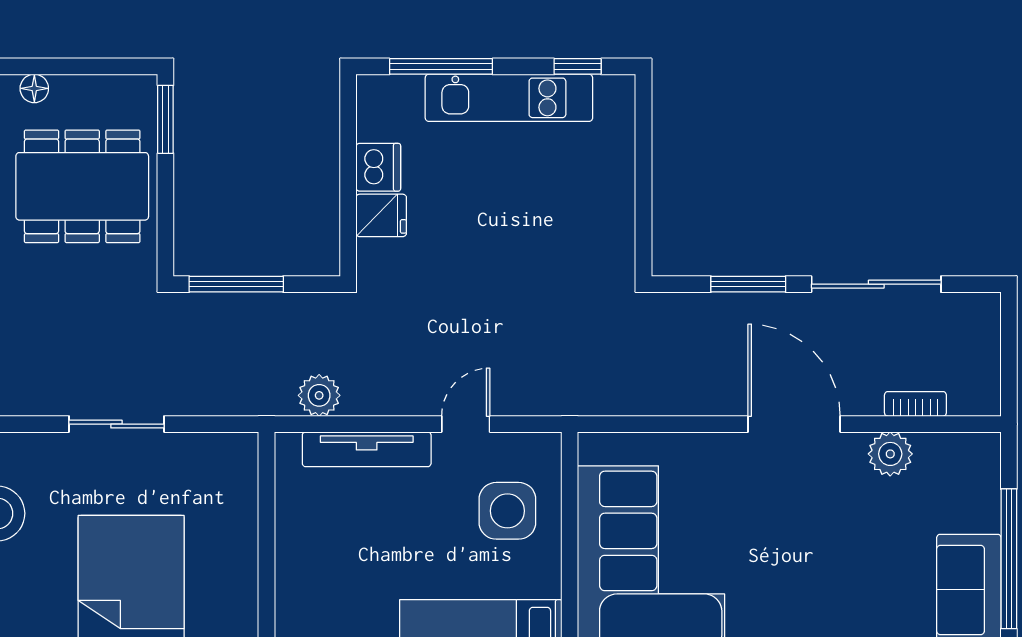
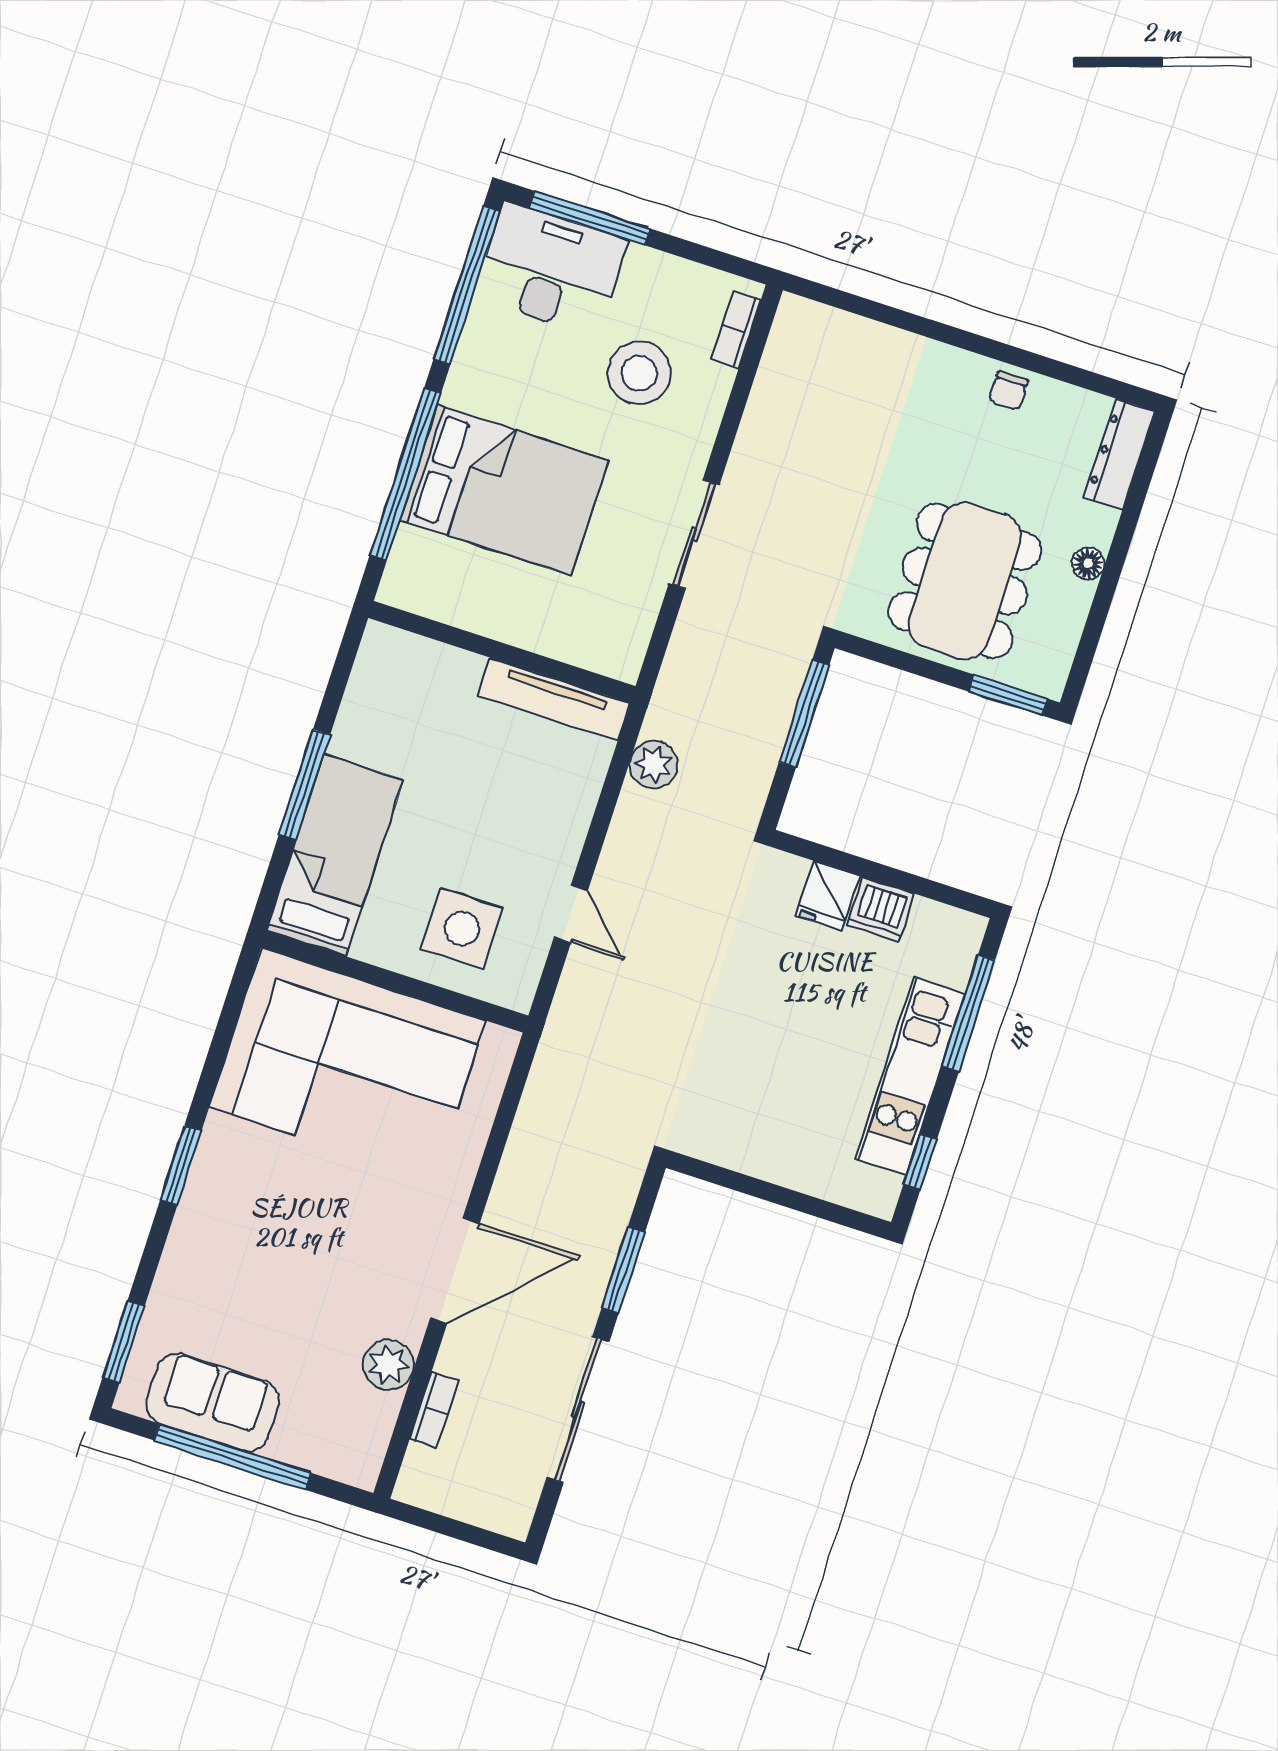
tv unit: (367, 449) -> (554, 699), moved, turned -90

